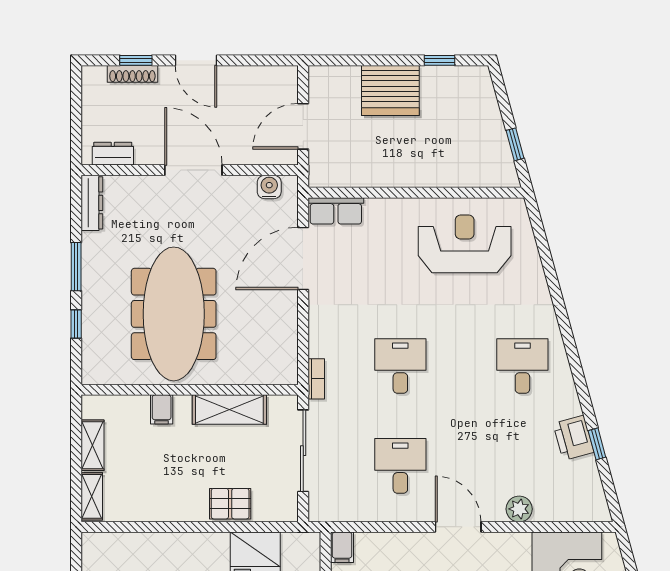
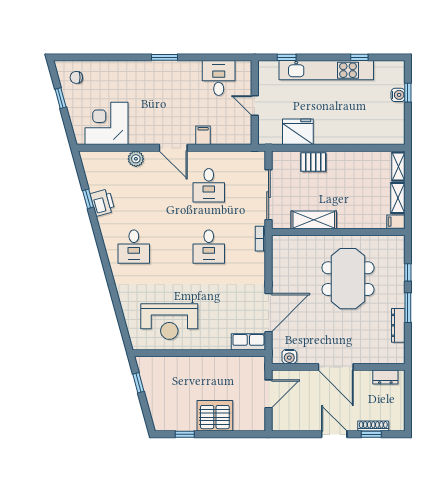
dresser: (92, 203) -> (398, 325), moved
meeting table: (174, 314) -> (348, 279), width x0.73
filing cabinet: (162, 409) -> (396, 222), moved, turned -90
filing cabinet: (342, 547) -> (203, 135), moved

